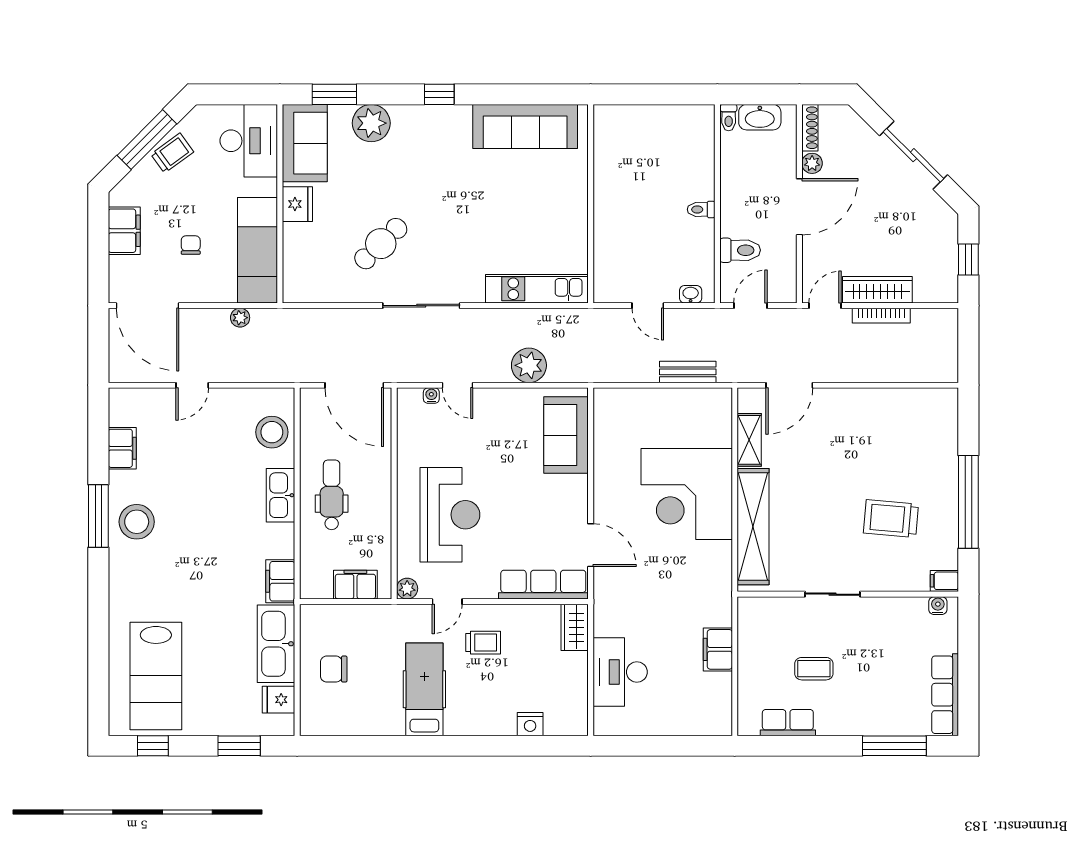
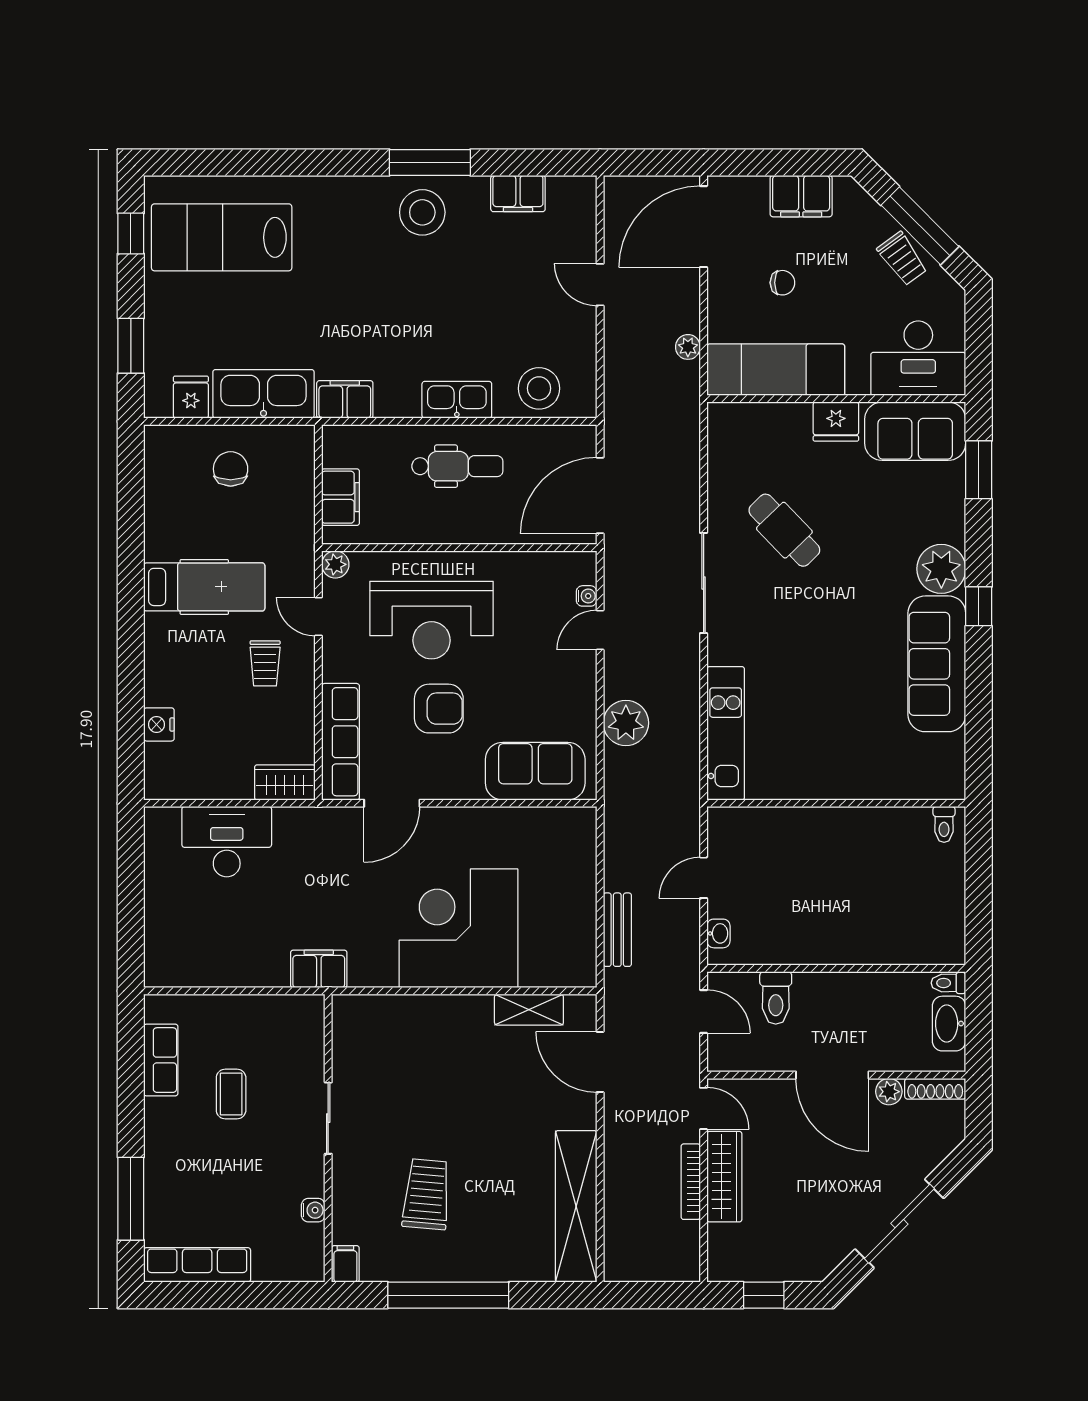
plant: (371, 123) -> (941, 569), moved
sofa: (525, 126) -> (937, 664), moved
toilet: (701, 209) -> (944, 824), moved, turned 180
armchair: (518, 509) -> (439, 709), added
shelving: (753, 527) -> (576, 1206), moved, turned 90
water cooler: (938, 606) -> (313, 1210), moved
filing cabinet: (718, 649) -> (319, 969), moved

